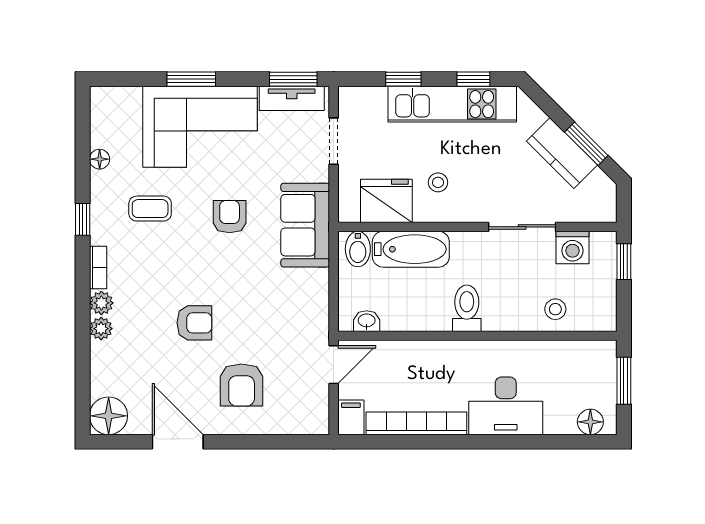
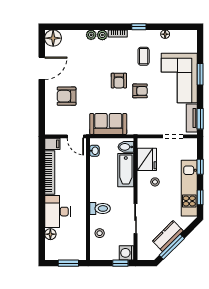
window: (586, 144) -> (172, 247), width x1.44
sofa: (305, 225) -> (108, 124), moved
washing machine: (572, 247) -> (127, 253), moved
toilet: (467, 308) -> (100, 208), moved
armchair: (194, 323) -> (119, 81), moved
floor lamp: (590, 422) -> (50, 234), moved

